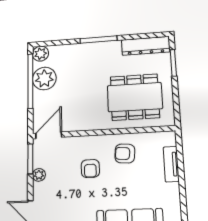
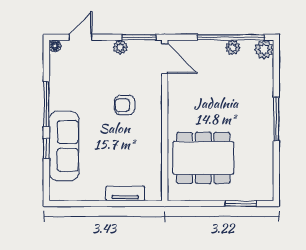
dresser: (146, 46) -> (264, 173), removed
plant: (44, 79) -> (233, 47), width x0.53, depth x0.53
dining table: (135, 97) -> (203, 158), turned 90
armchair: (125, 154) -> (139, 144), removed

